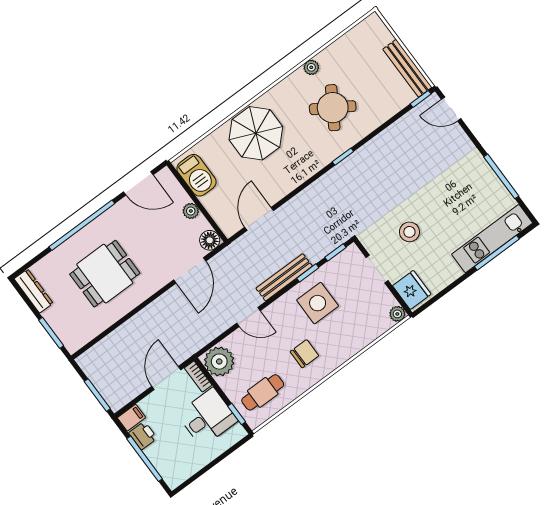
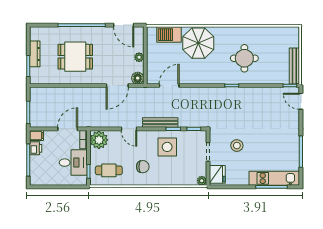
plant: (311, 67) -> (248, 31), removed
round table: (333, 108) -> (244, 58), turned -32
barbecue: (197, 175) -> (169, 35), moved, turned 90
dresser: (34, 291) -> (35, 54), moved

